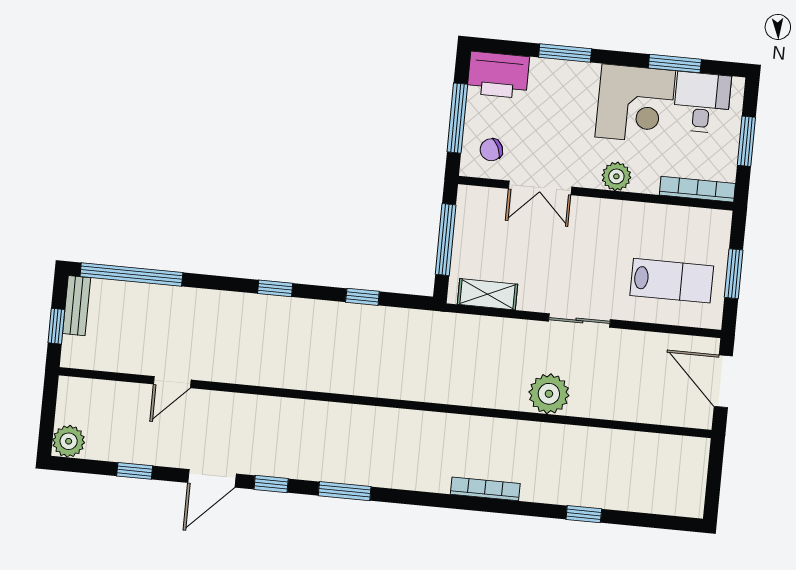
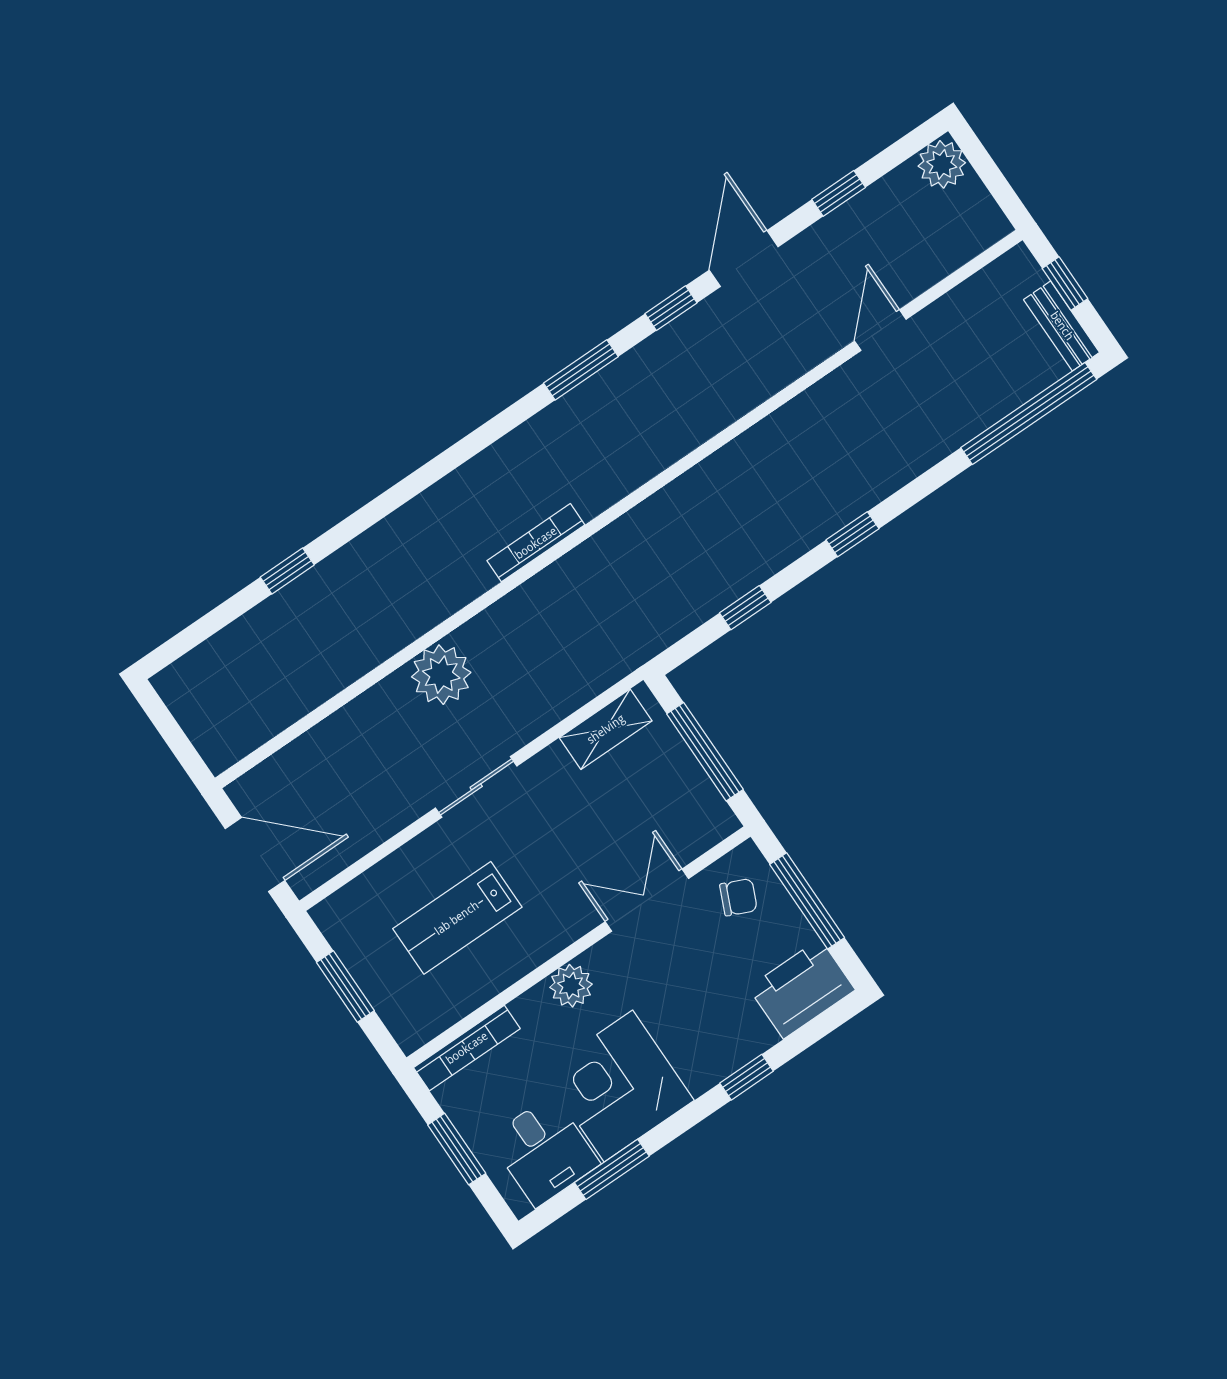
window: (565, 53) -> (747, 1077), width x0.67
chair: (491, 150) -> (738, 897), turned 48
lab bench: (672, 281) -> (457, 918), moved
bookcase: (485, 489) -> (536, 543), moved, turned 180

